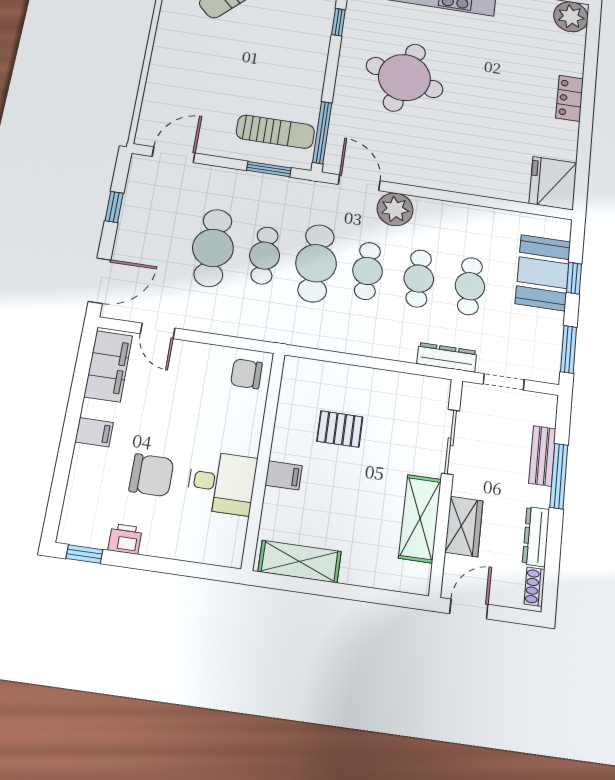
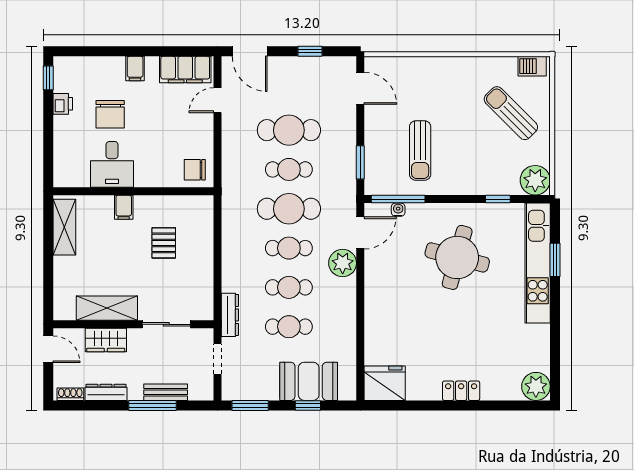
sun lounger: (275, 132) -> (420, 150), moved
water cooler: (336, 135) -> (398, 210), added
chair: (246, 374) -> (195, 170), turned -90

